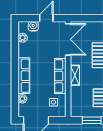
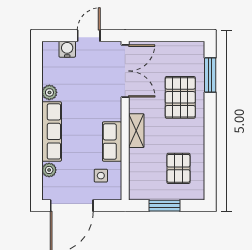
plant: (23, 38) -> (49, 92), moved
row of seats: (60, 76) -> (112, 142), width x0.68

